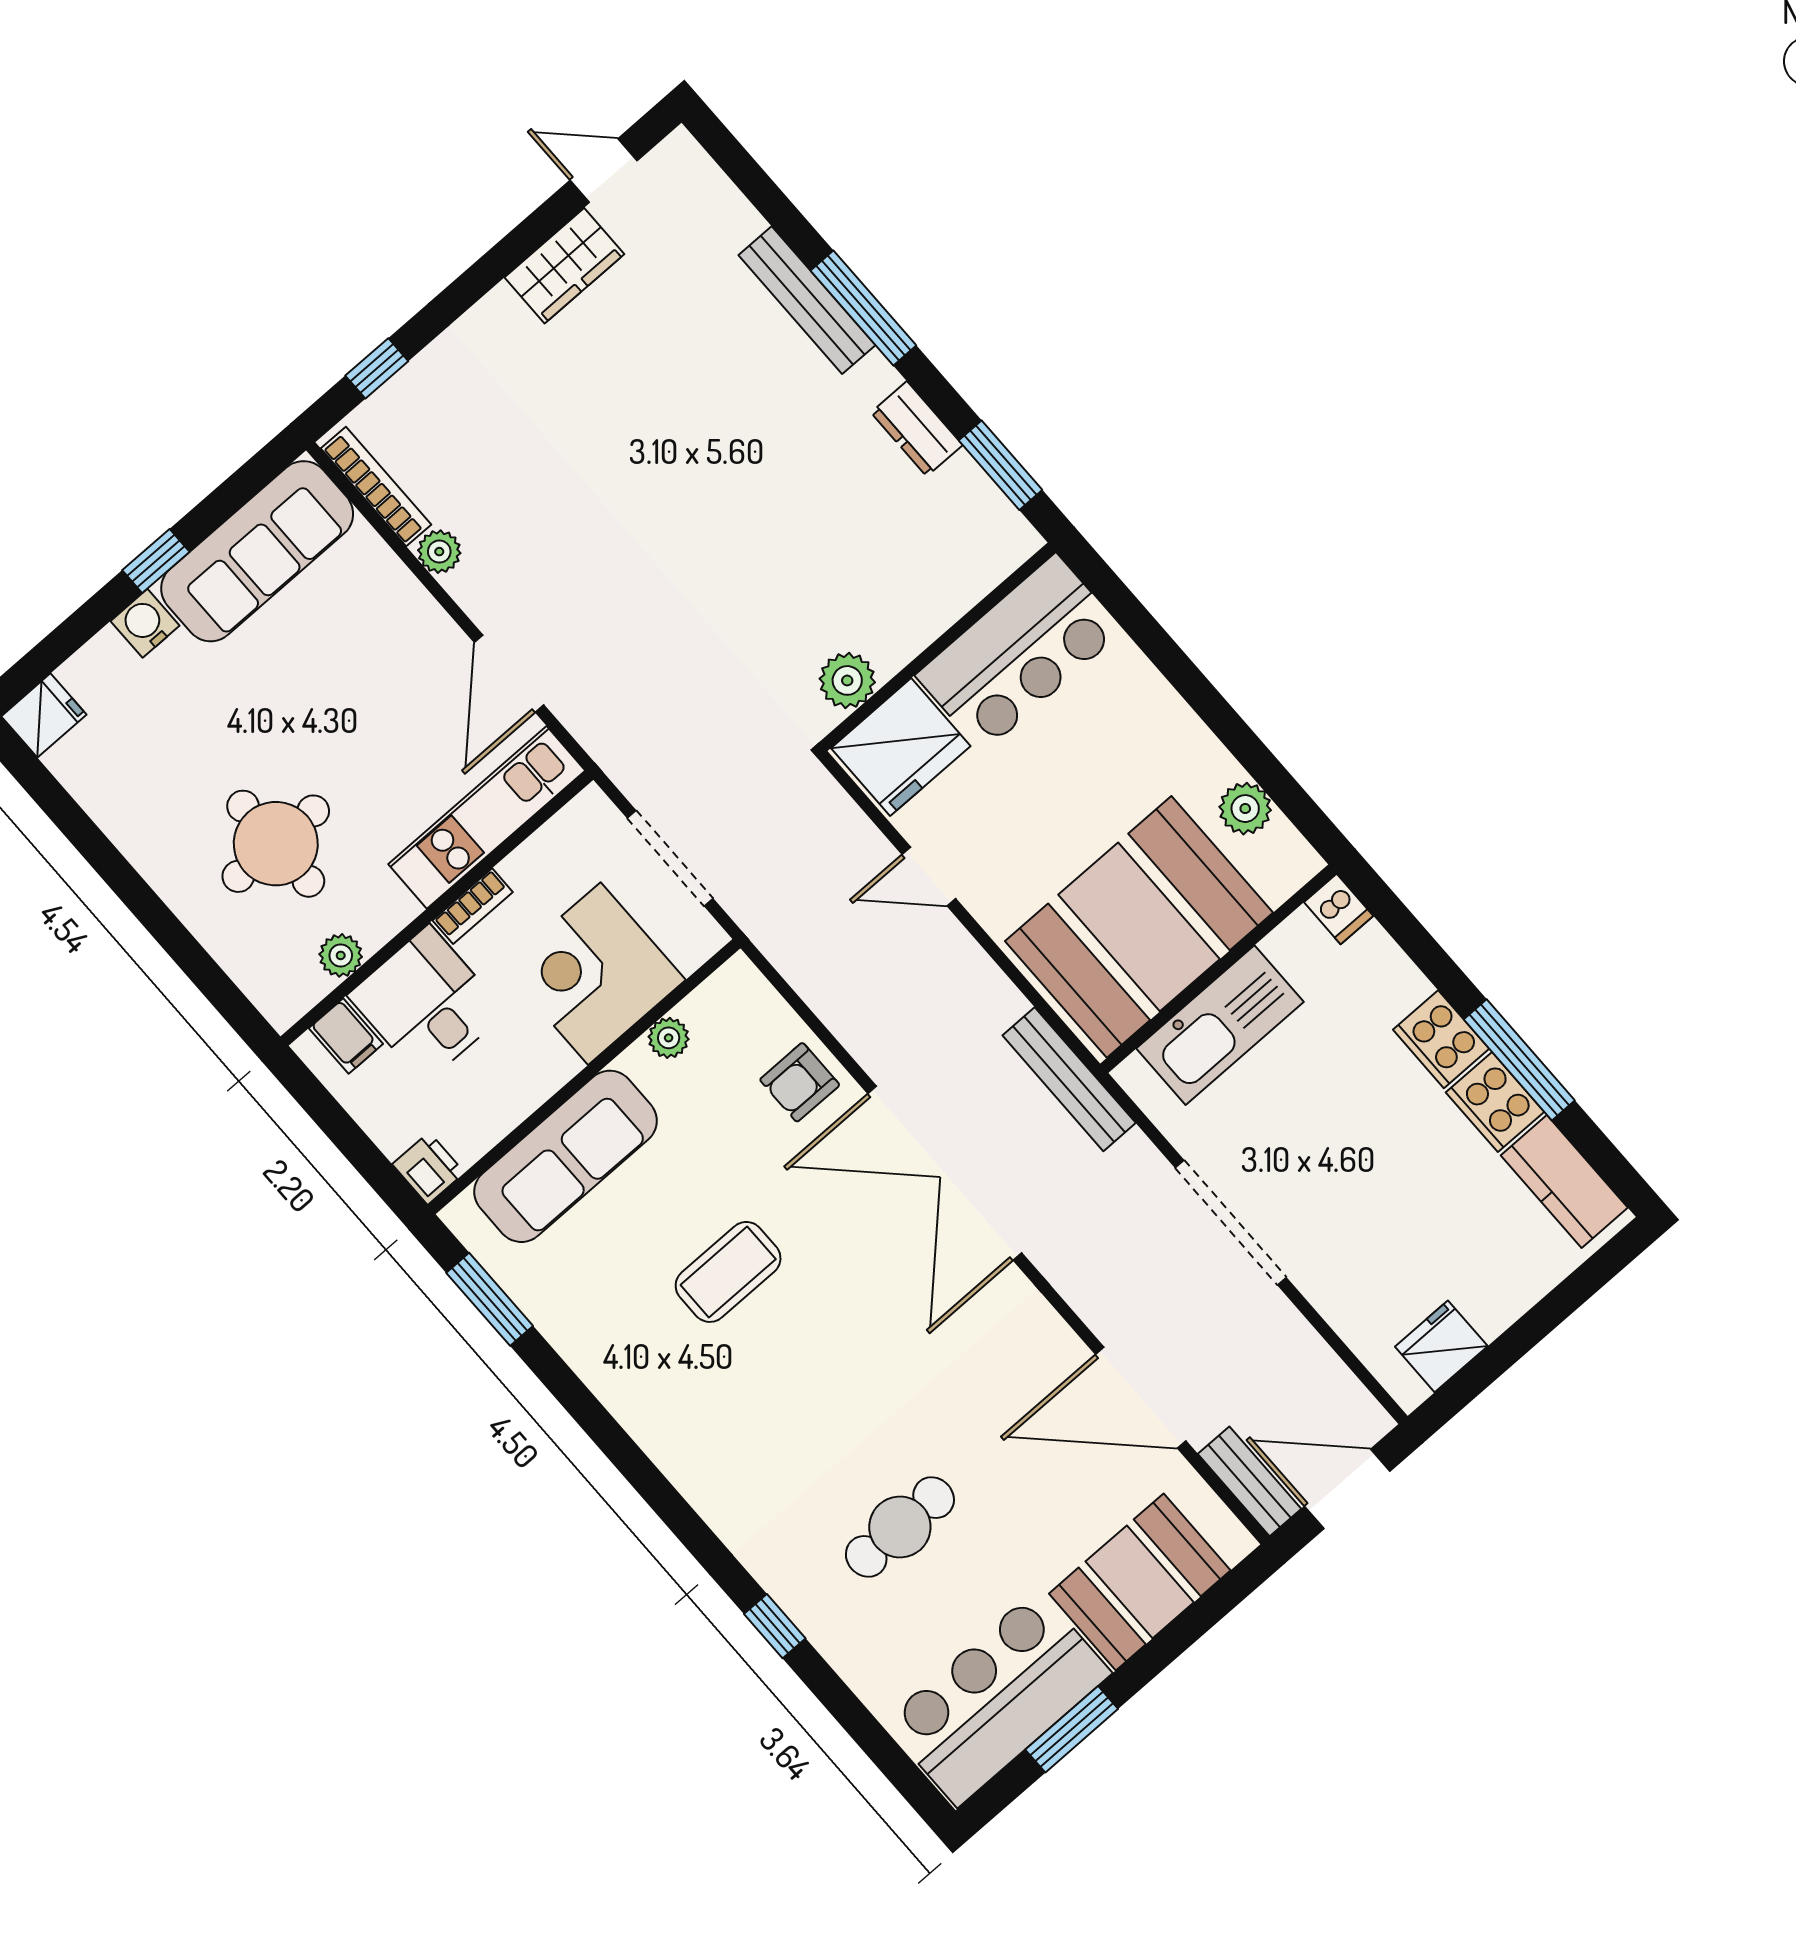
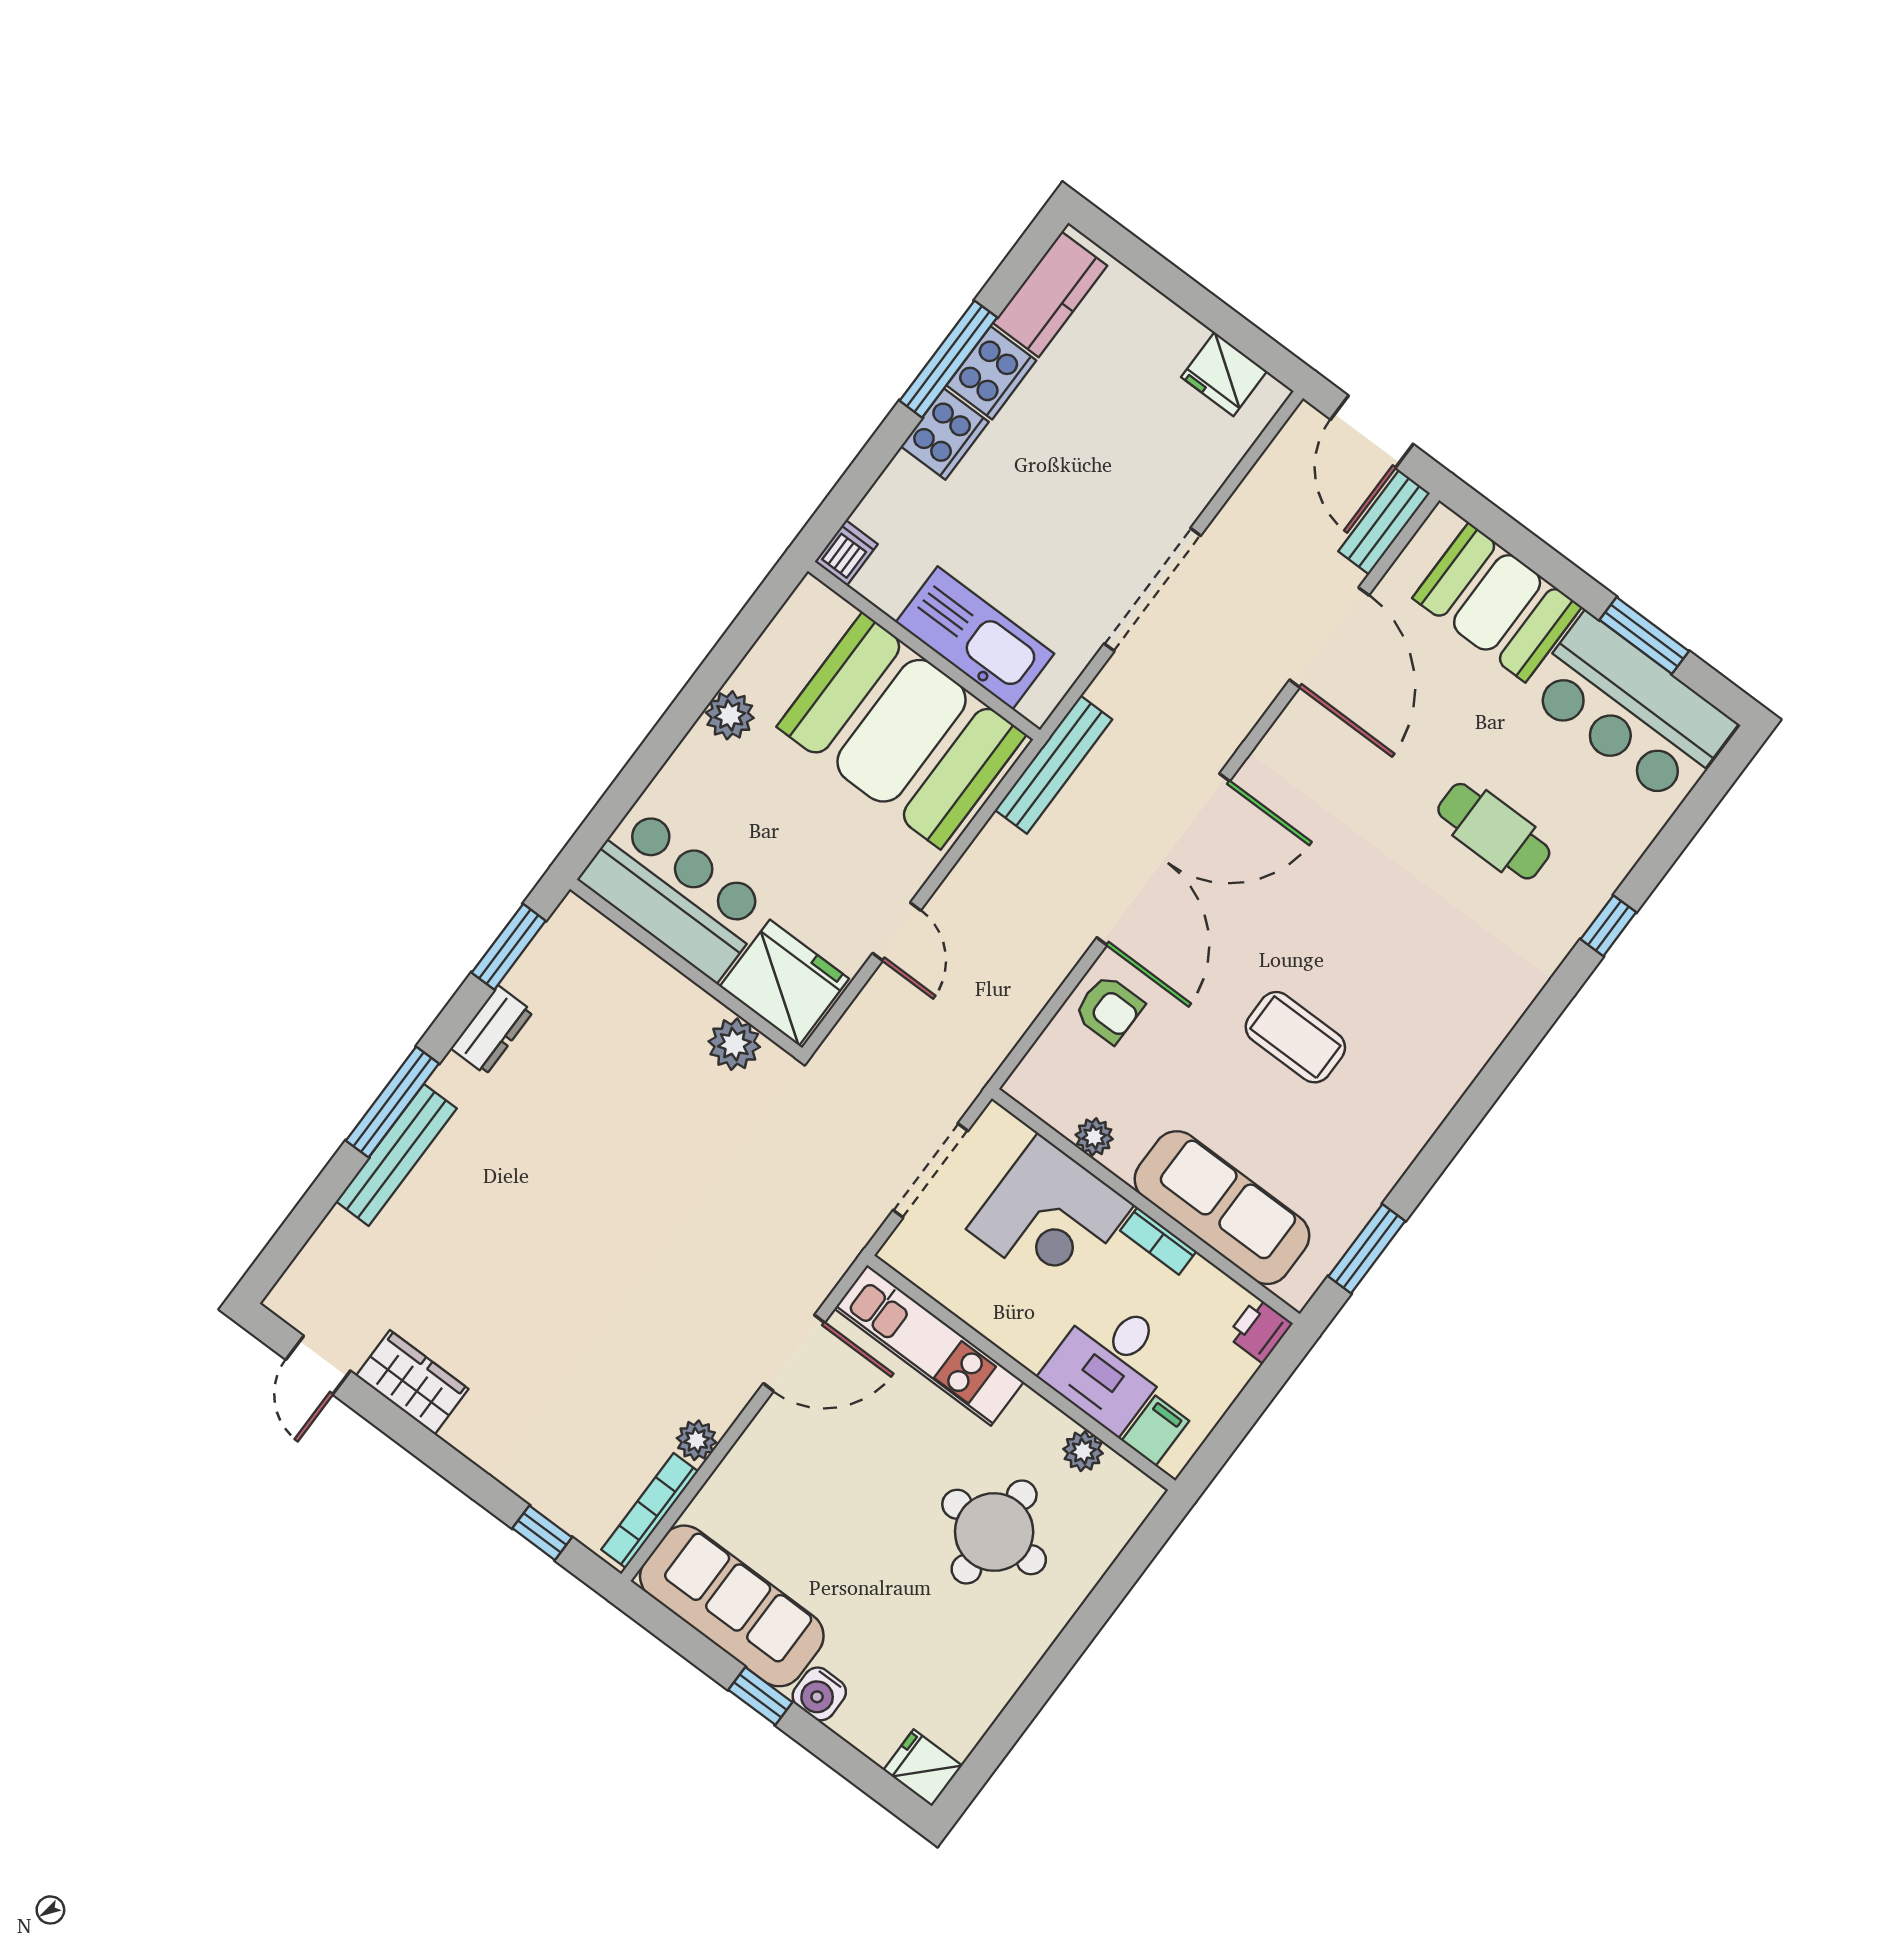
plant: (1245, 809) -> (730, 715), moved
bookcase: (473, 906) -> (1158, 1241), moved, turned 180

